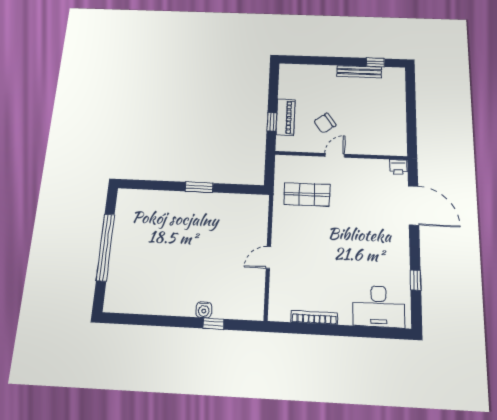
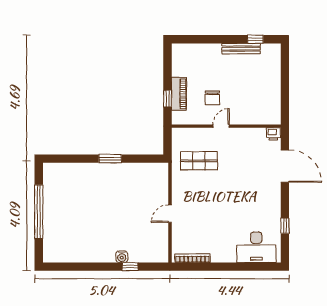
chair: (325, 123) -> (212, 98), turned -55
bookcase: (314, 318) -> (192, 258), moved

